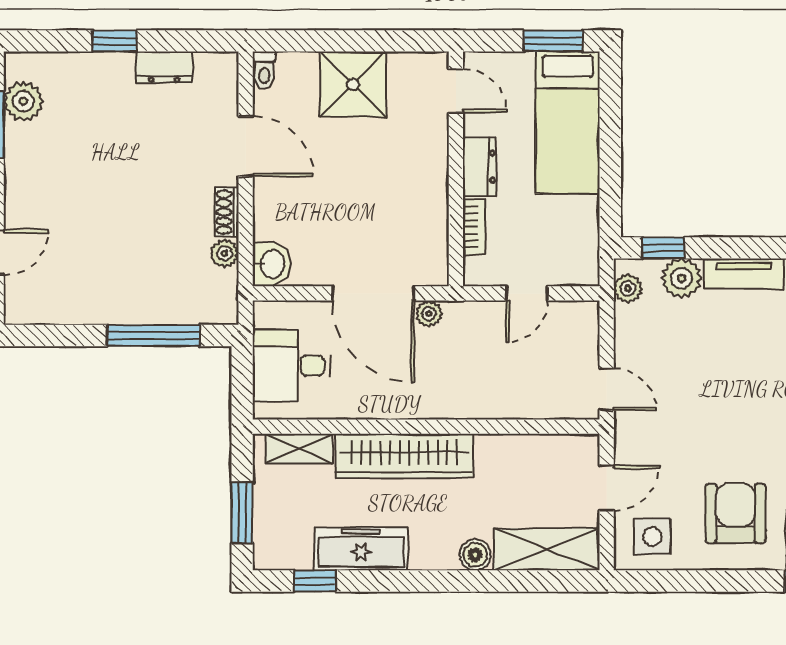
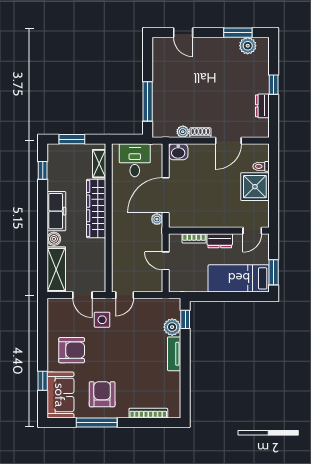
toilet: (264, 70) -> (261, 166), moved
plant: (628, 288) -> (168, 304), removed
side table: (652, 537) -> (102, 320), moved
freezer: (361, 549) -> (56, 211), moved

